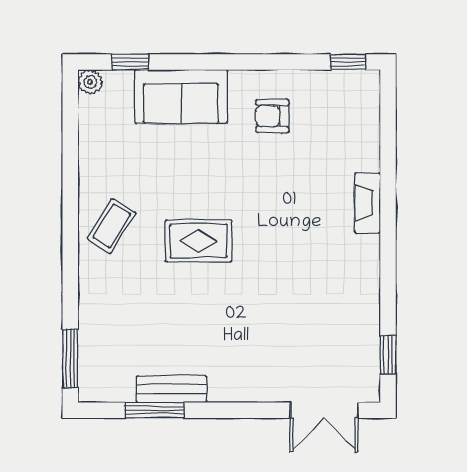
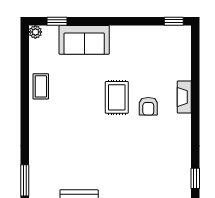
armchair: (272, 116) -> (148, 106), moved, turned -90
coffee table: (112, 226) -> (41, 86), moved, turned -32
rug: (199, 241) -> (117, 97), moved, turned 90

